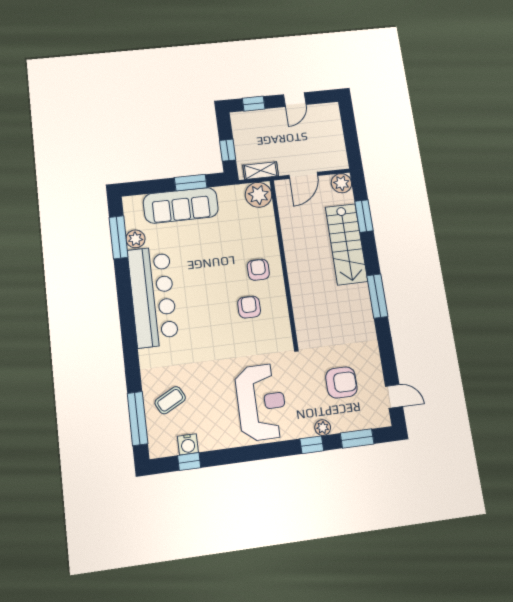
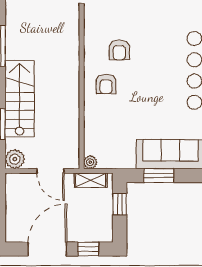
door: (295, 100) -> (47, 249), width x1.87
door: (303, 175) -> (50, 171), swing flipped
plant: (258, 195) -> (90, 162), width x0.53, depth x0.53

